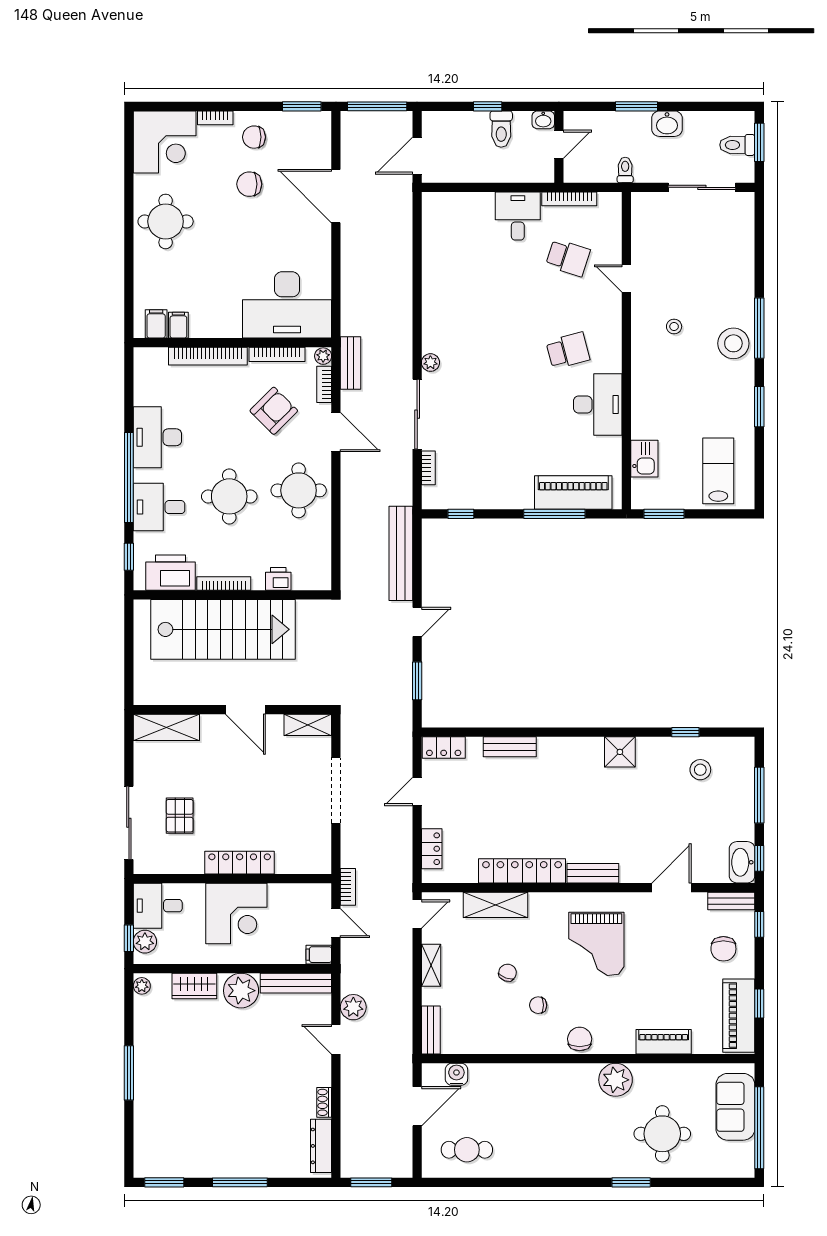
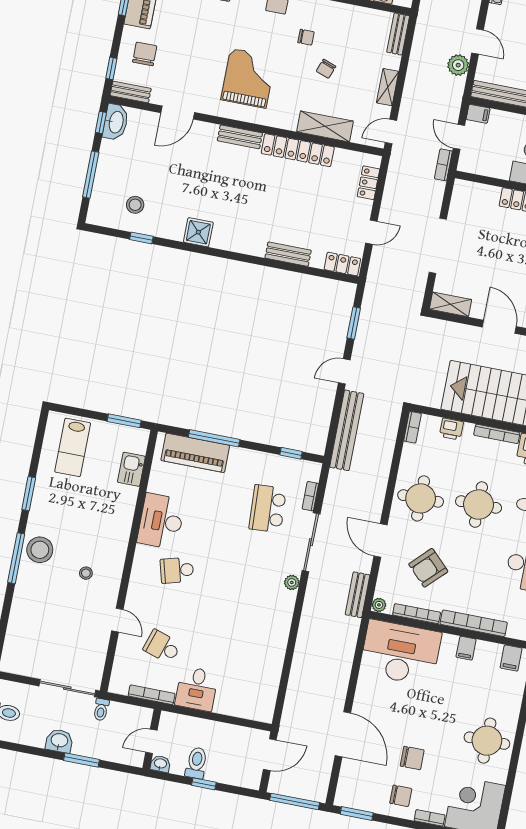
sliding door: (702, 187) -> (67, 688), moved
filing cabinet: (178, 325) -> (466, 648), moved
bookcase: (324, 384) -> (413, 427), moved
school desk: (476, 444) -> (268, 509), added

